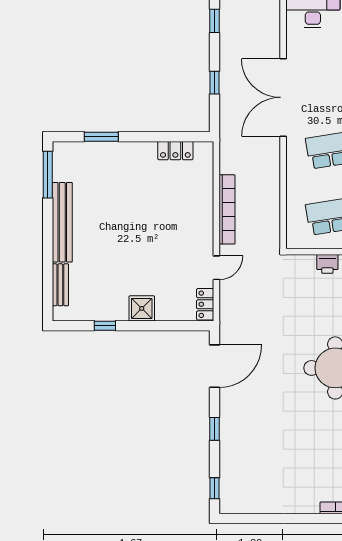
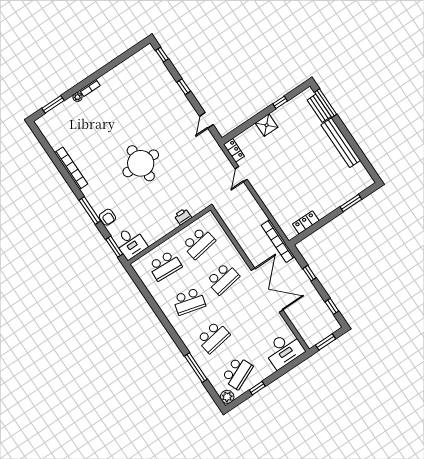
window: (48, 175) -> (326, 103), moved
bookcase: (227, 209) -> (278, 241), moved
door: (215, 366) -> (206, 120), width x0.53

